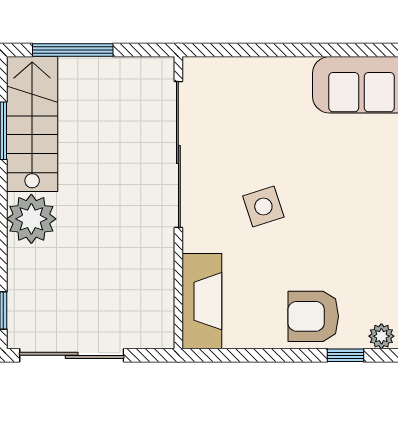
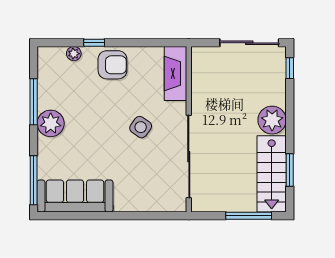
side table: (263, 206) -> (141, 127), turned -37

